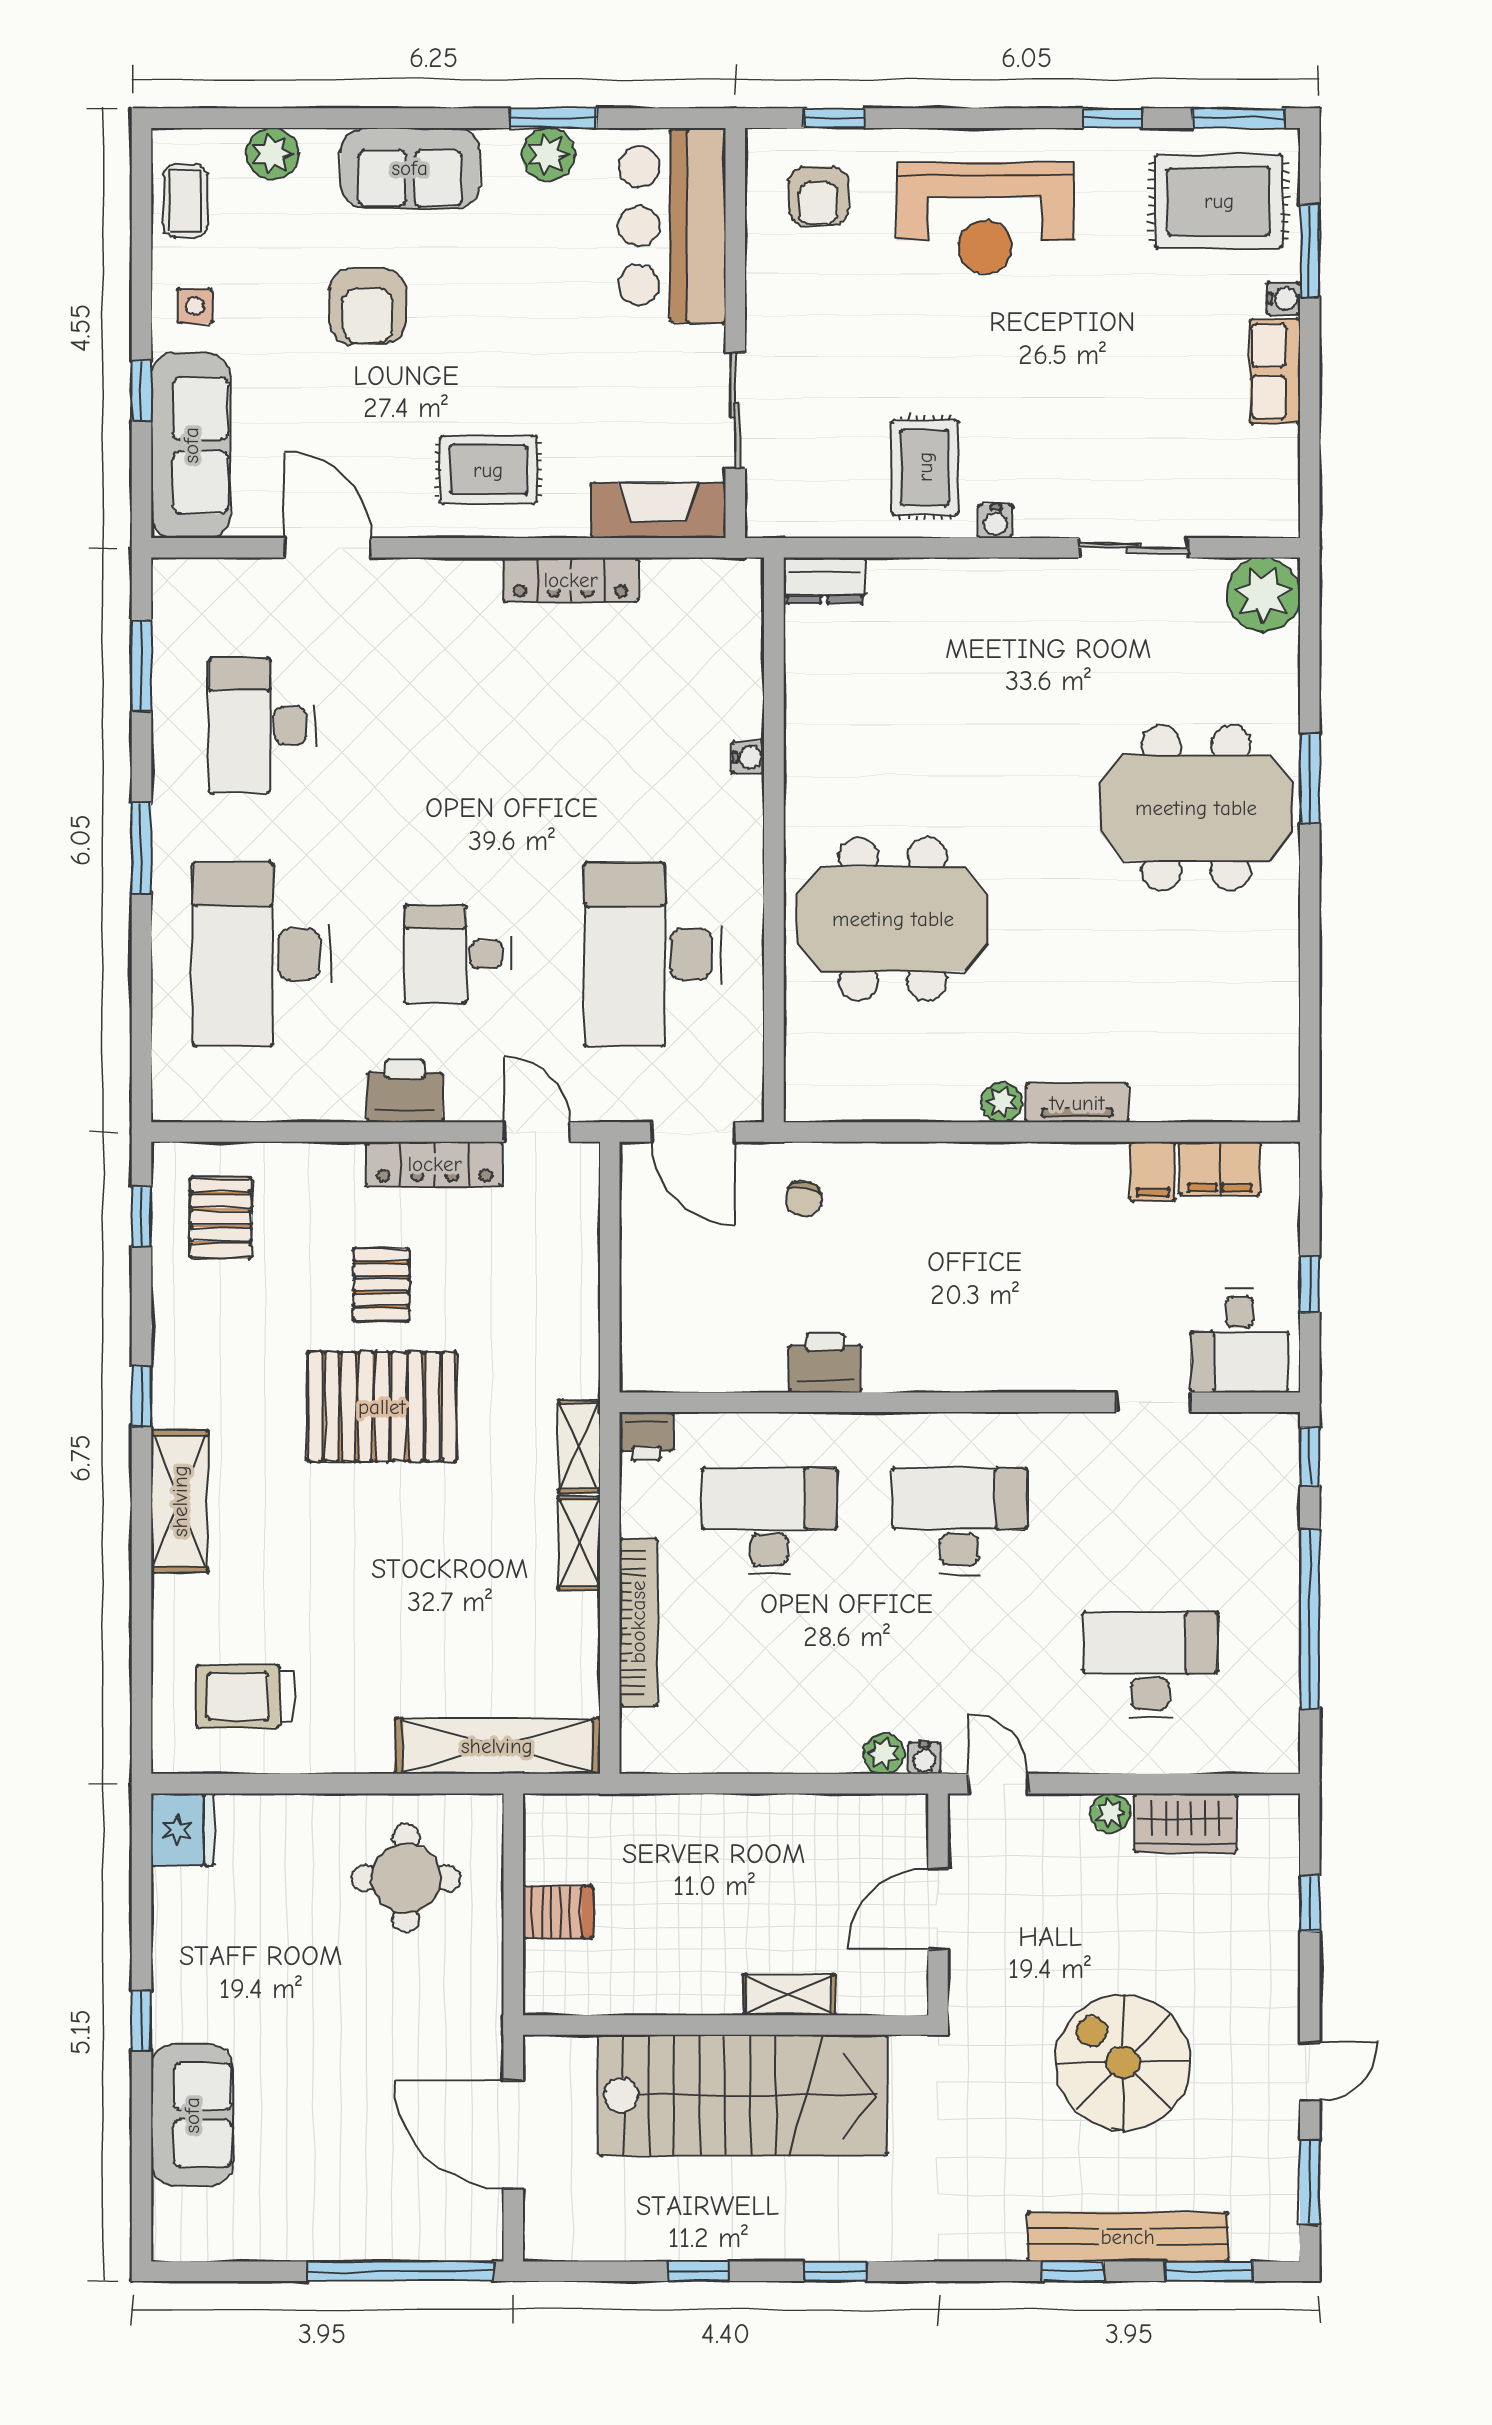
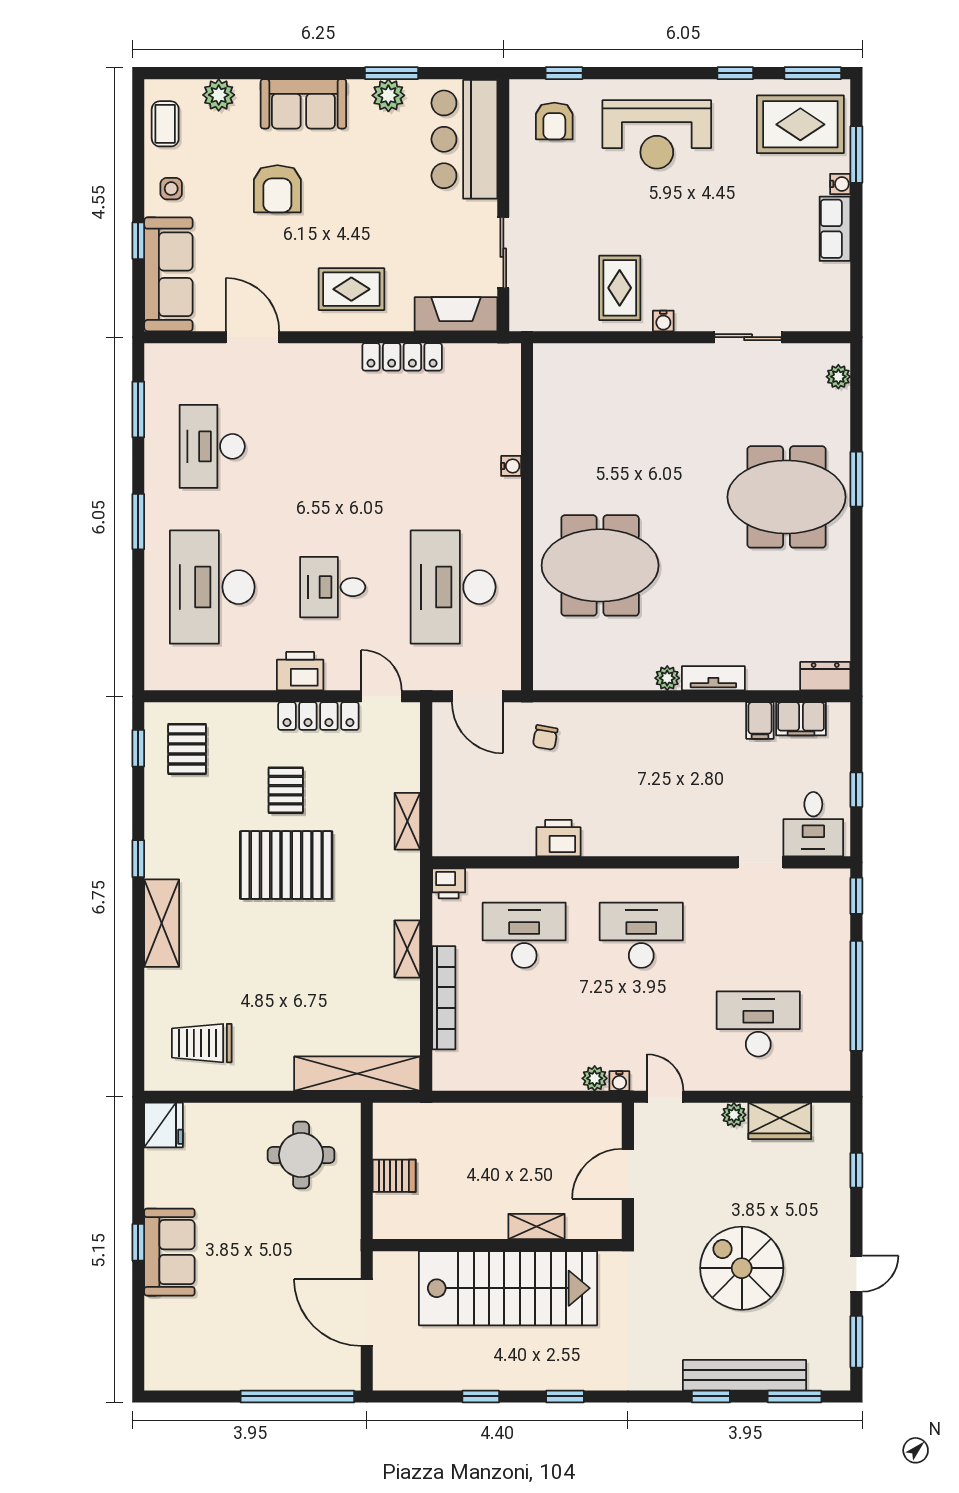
dresser: (824, 581) -> (825, 676), moved, turned 180
plant: (1263, 595) -> (838, 377), width x0.53, depth x0.53
shelving: (579, 1446) -> (407, 821), moved
sofa: (192, 2115) -> (169, 1252), moved

